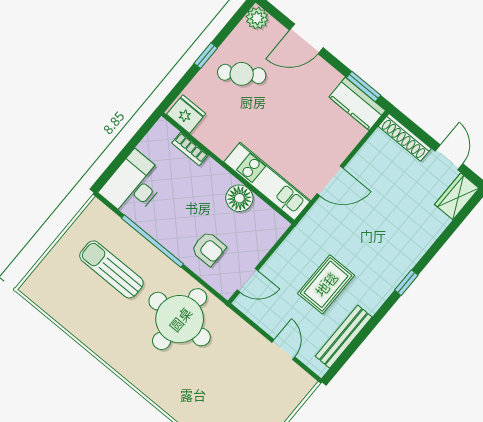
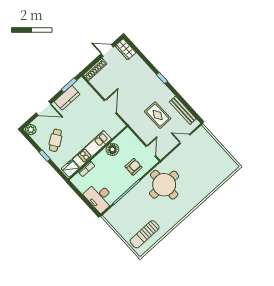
door: (306, 39) -> (43, 108), hinge flipped
kitchen counter: (357, 104) -> (67, 98), moved
kitchen unit: (267, 181) -> (92, 149), moved
sun lounger: (111, 269) -> (145, 234), moved

